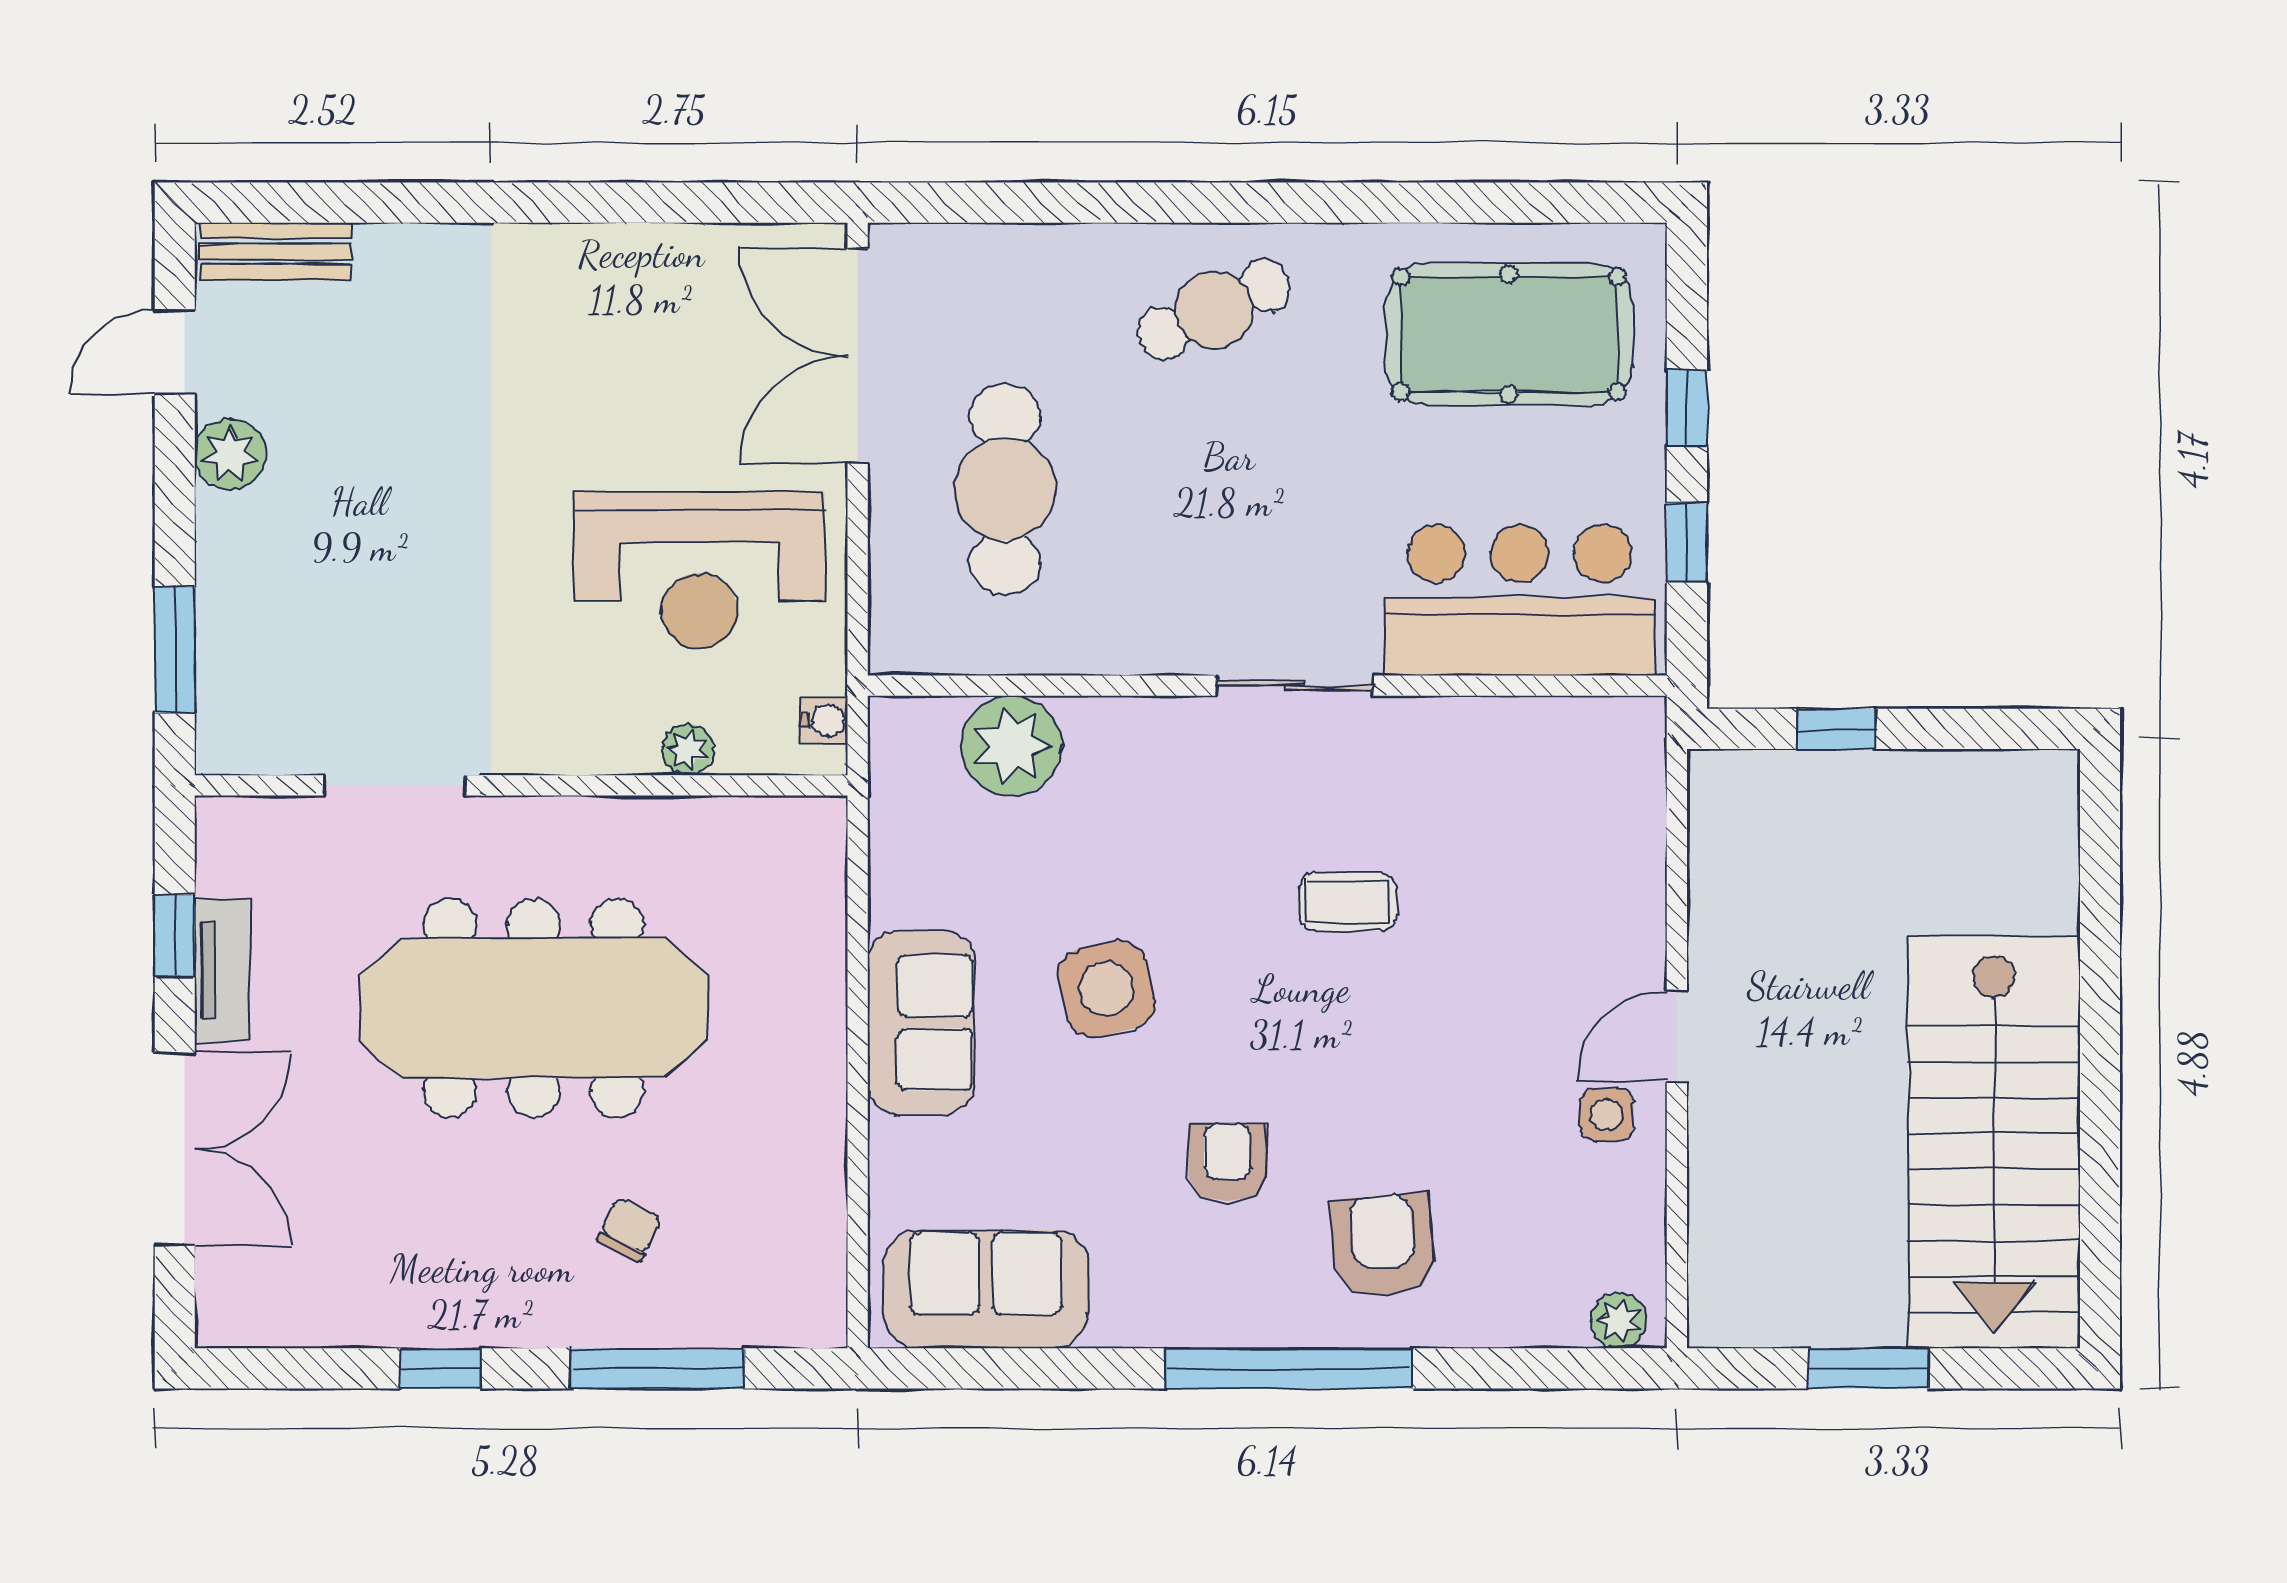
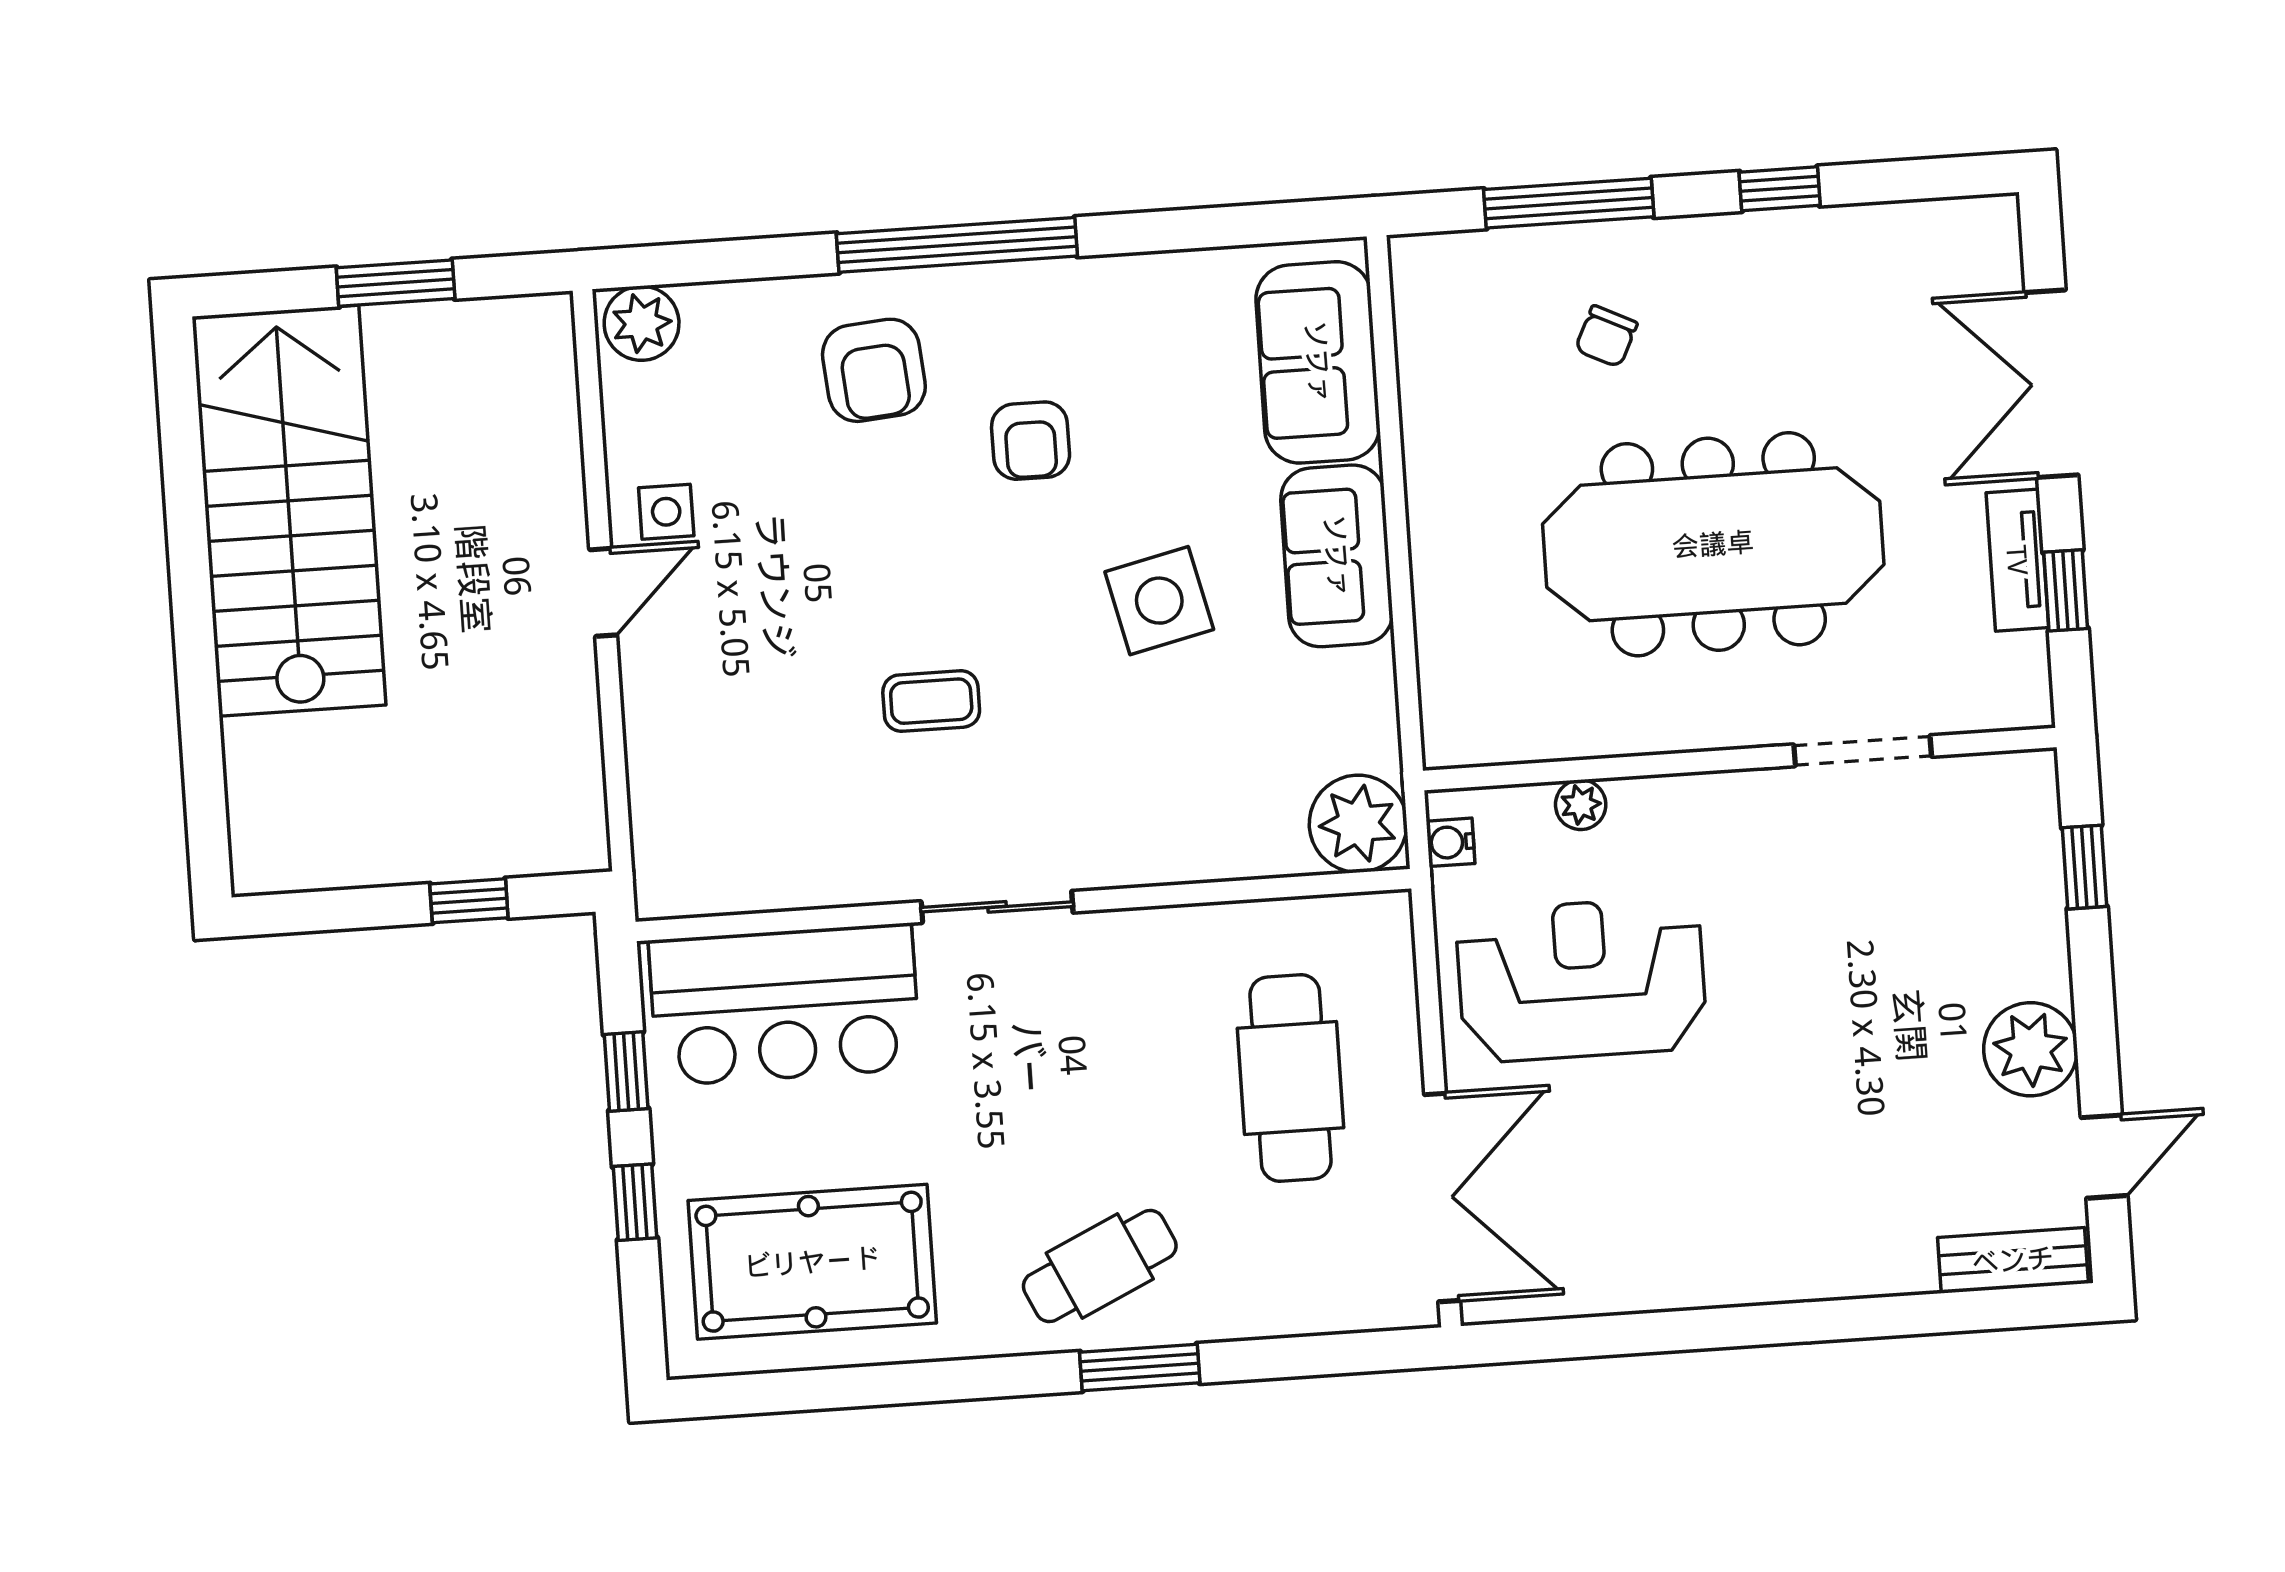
window: (1180, 203) -> (1140, 1367), added
plant: (230, 454) -> (2030, 1049), width x1.36, depth x1.36
window: (175, 650) -> (2084, 867), width x0.67
plant: (1012, 746) -> (1358, 824), moved
sofa: (986, 1289) -> (1318, 362), moved, turned 90
plant: (1619, 1320) -> (642, 323), width x1.38, depth x1.38

